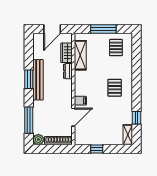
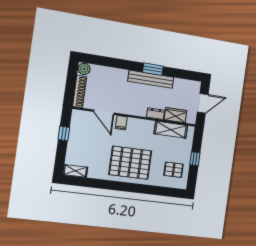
door: (52, 29) -> (203, 103), swing flipped
window: (103, 29) -> (195, 159), width x0.46
pallet: (115, 88) -> (130, 163), width x2.05, depth x2.00
window: (136, 118) -> (93, 183), removed
window: (29, 120) -> (108, 62), removed

